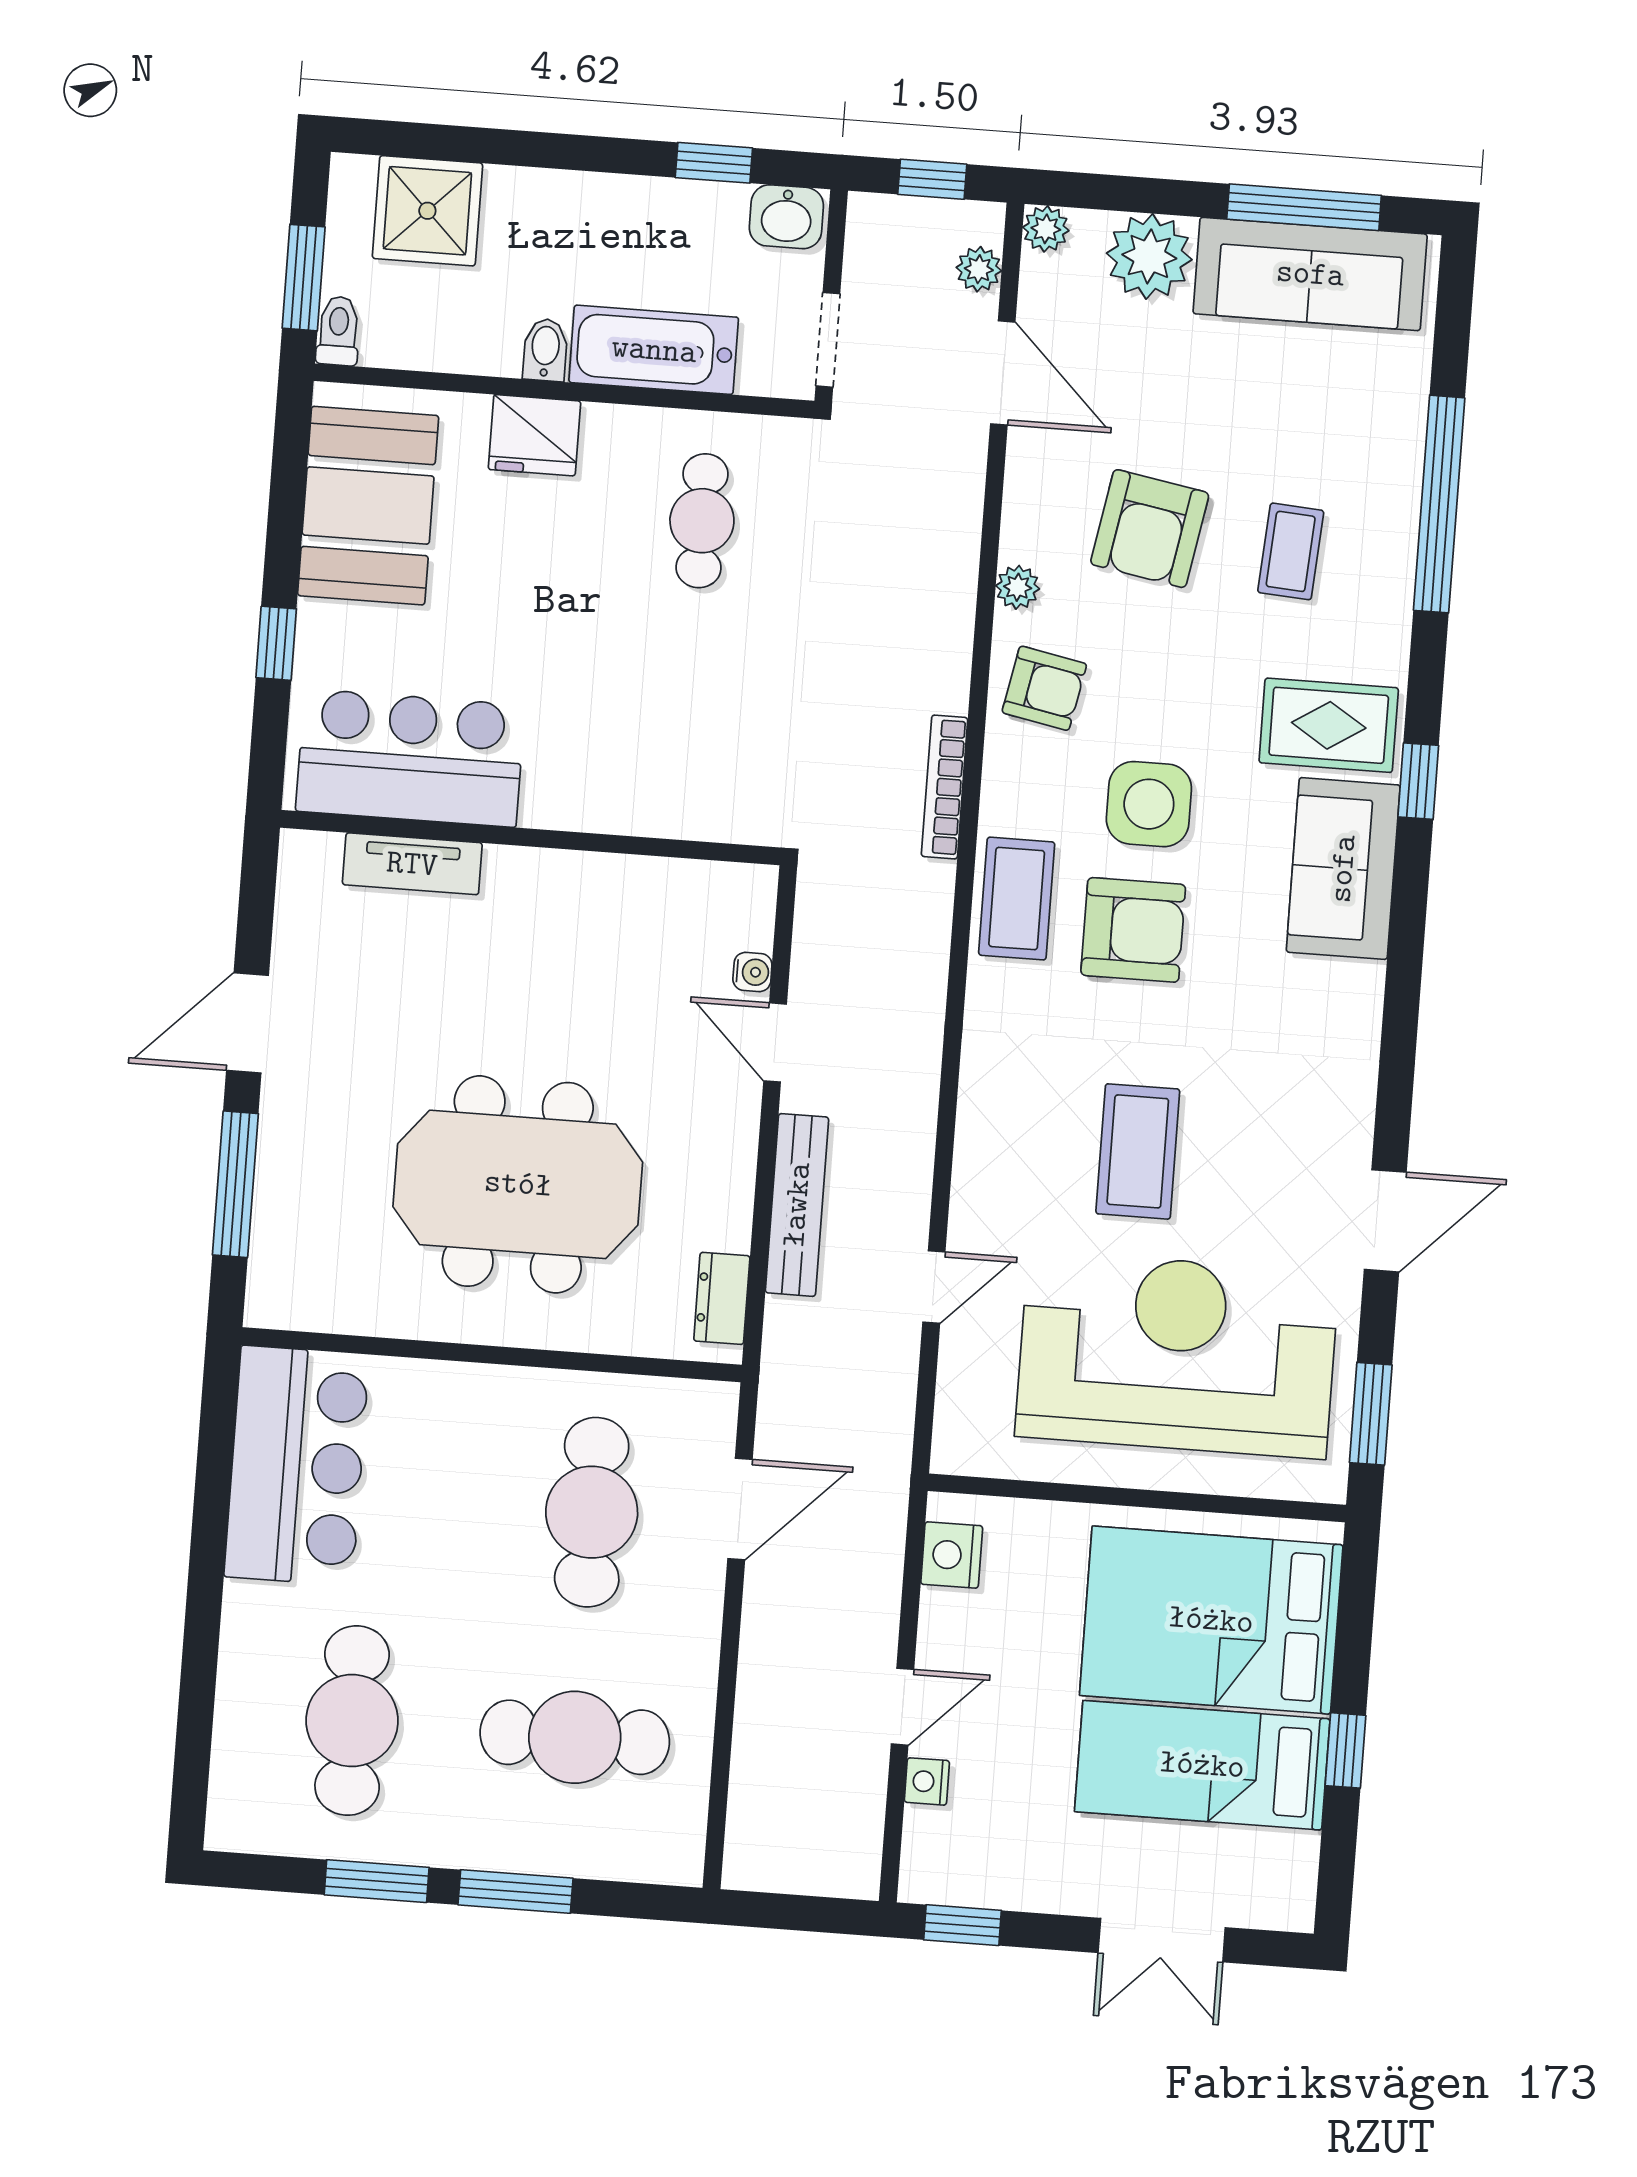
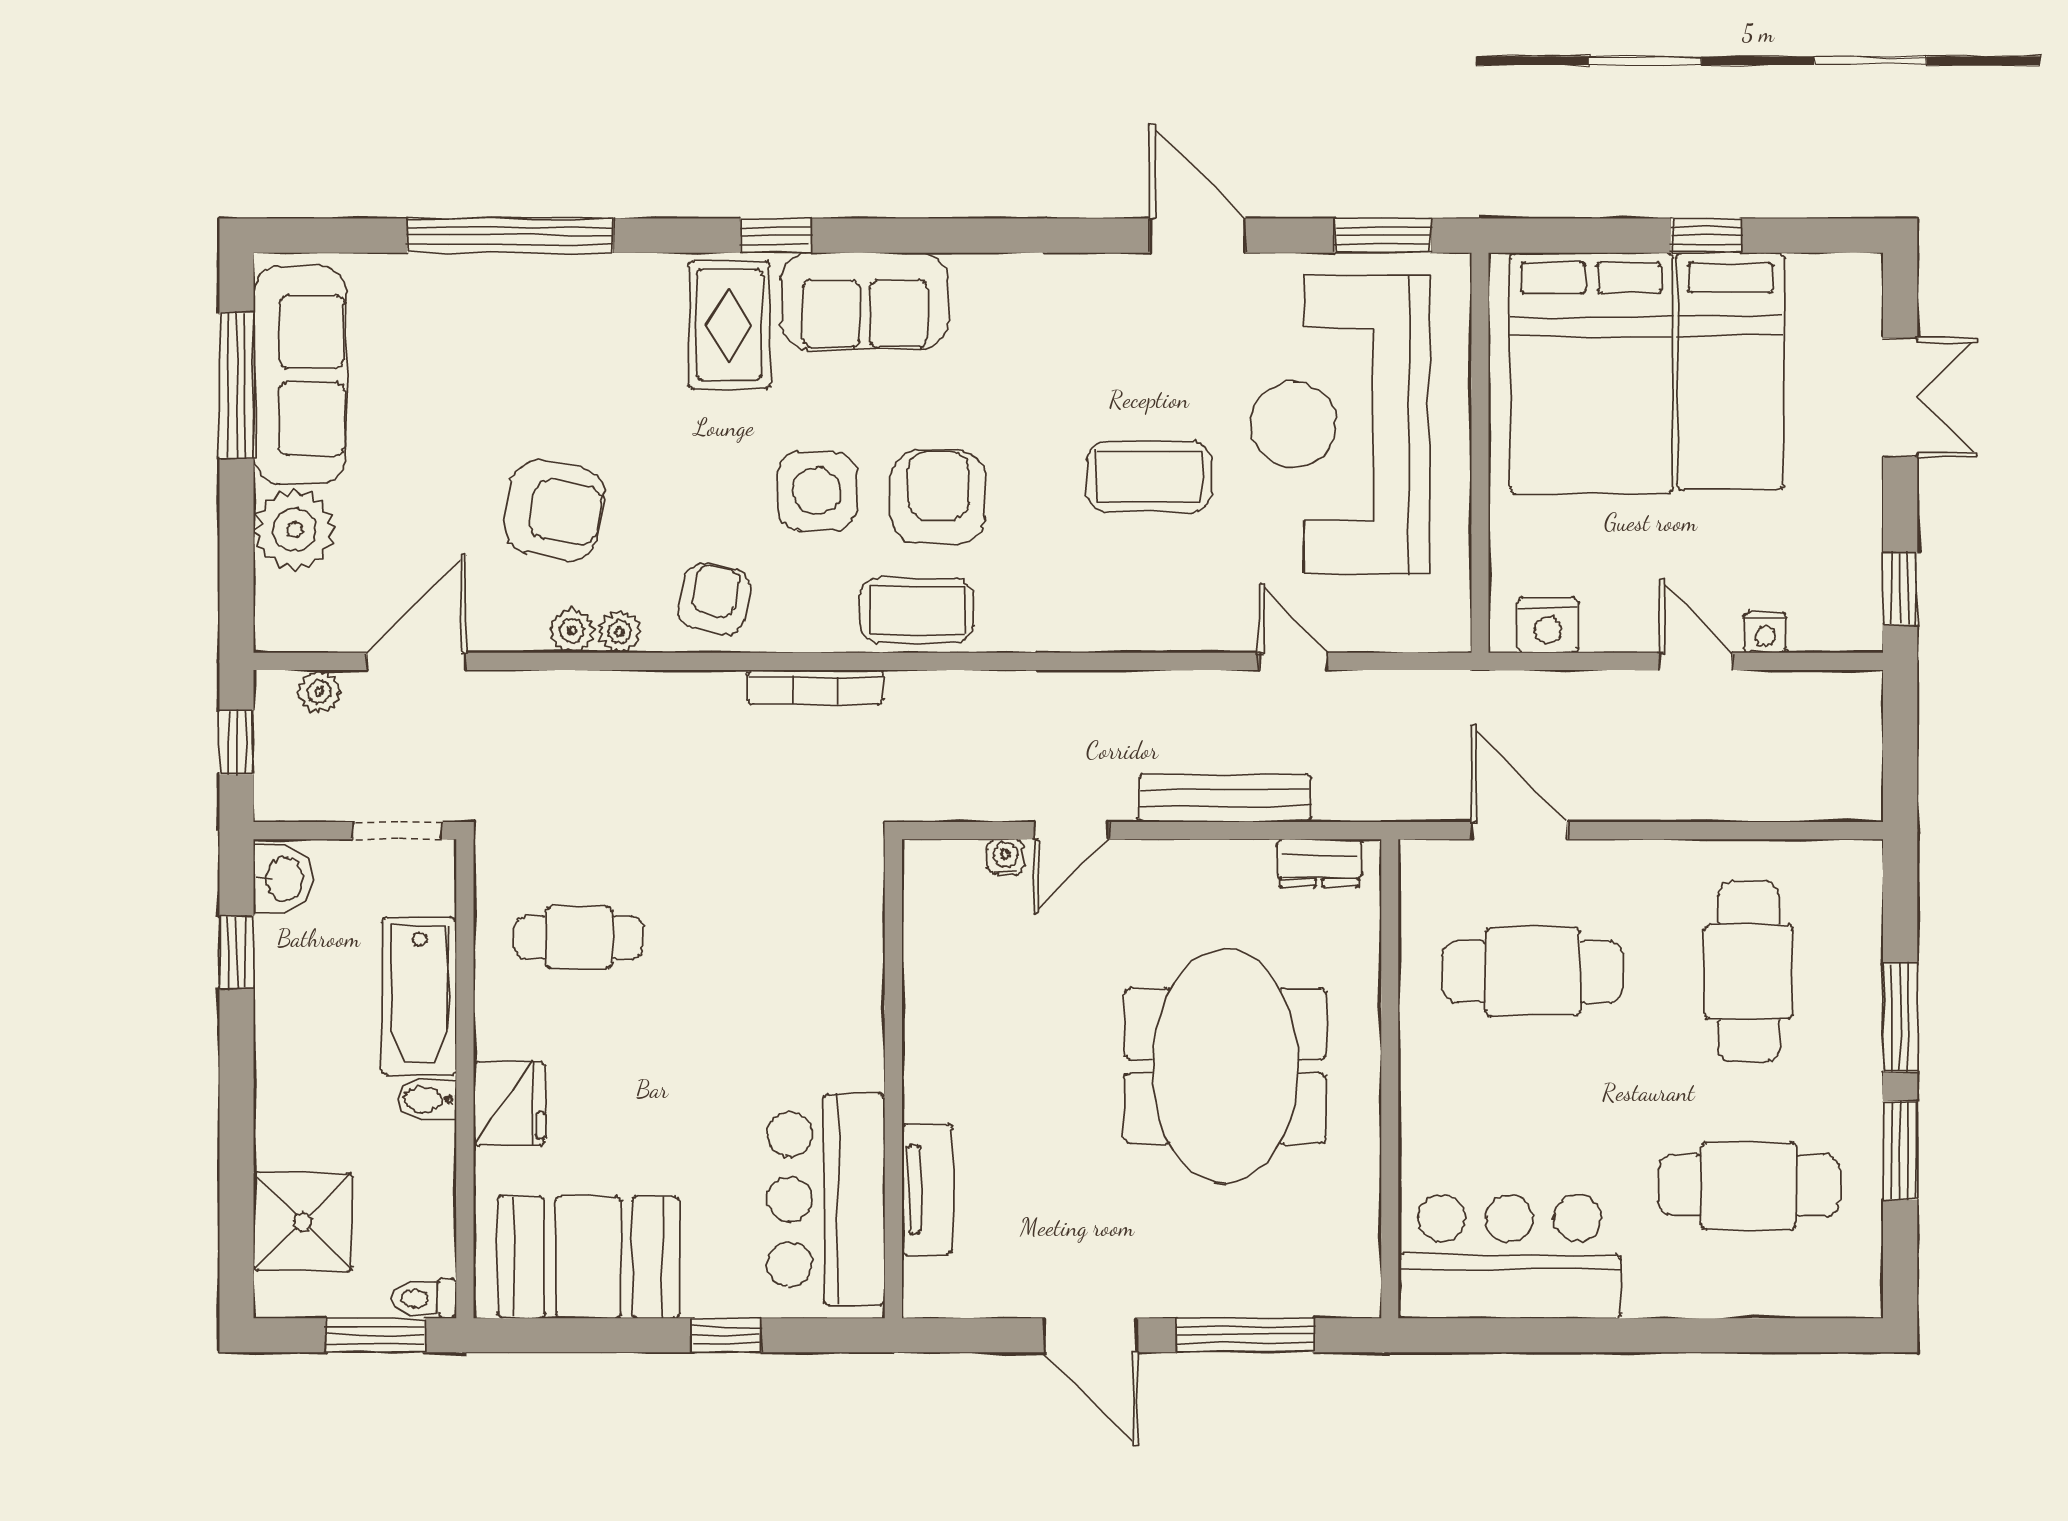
plant: (1046, 229) -> (572, 631), moved
coffee table: (1291, 551) -> (566, 374), removed

